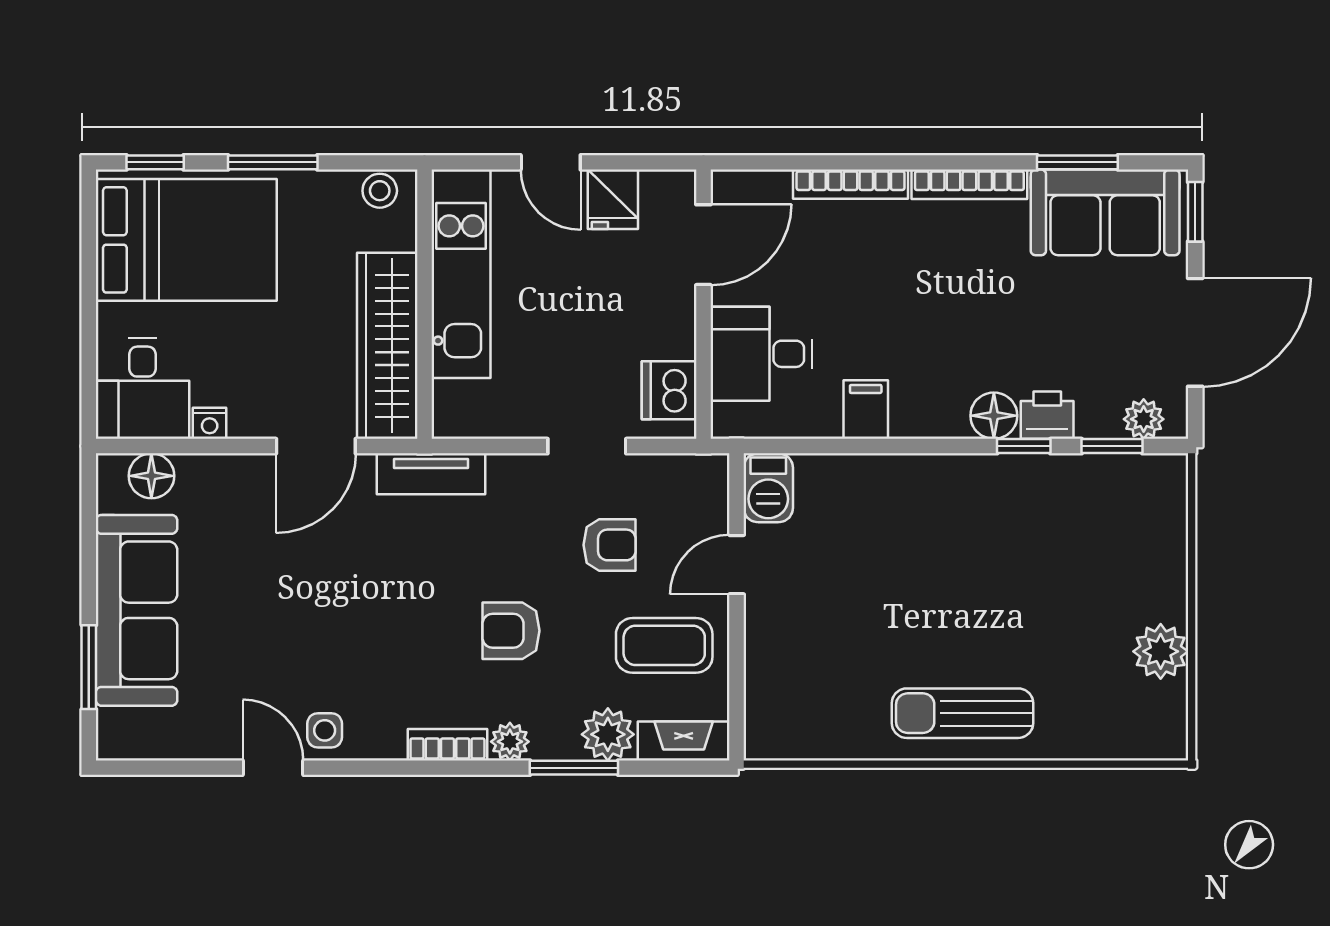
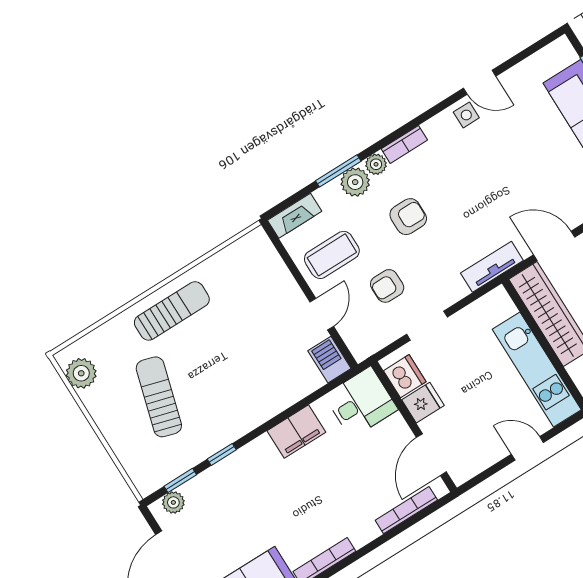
bookcase: (851, 184) -> (406, 510), moved
fridge: (613, 199) -> (423, 403), moved, turned 90
desk: (761, 354) -> (361, 403), moved
filing cabinet: (866, 410) -> (296, 432), width x2.00
printer: (1047, 415) -> (220, 476), removed
floor lamp: (994, 416) -> (245, 460), removed
door: (316, 446) -> (554, 246), hinge flipped
sun lounger: (1065, 594) -> (159, 397), added
plant: (1161, 651) -> (81, 373), moved
plant: (608, 734) -> (355, 182), moved

